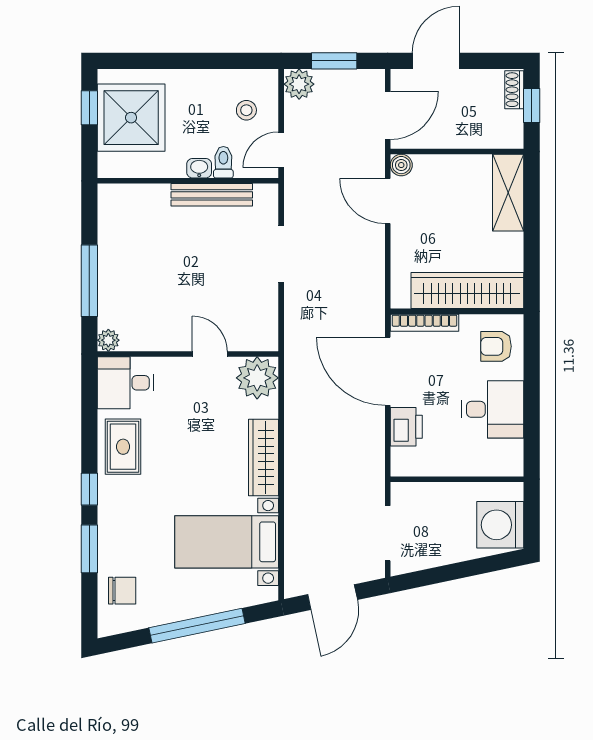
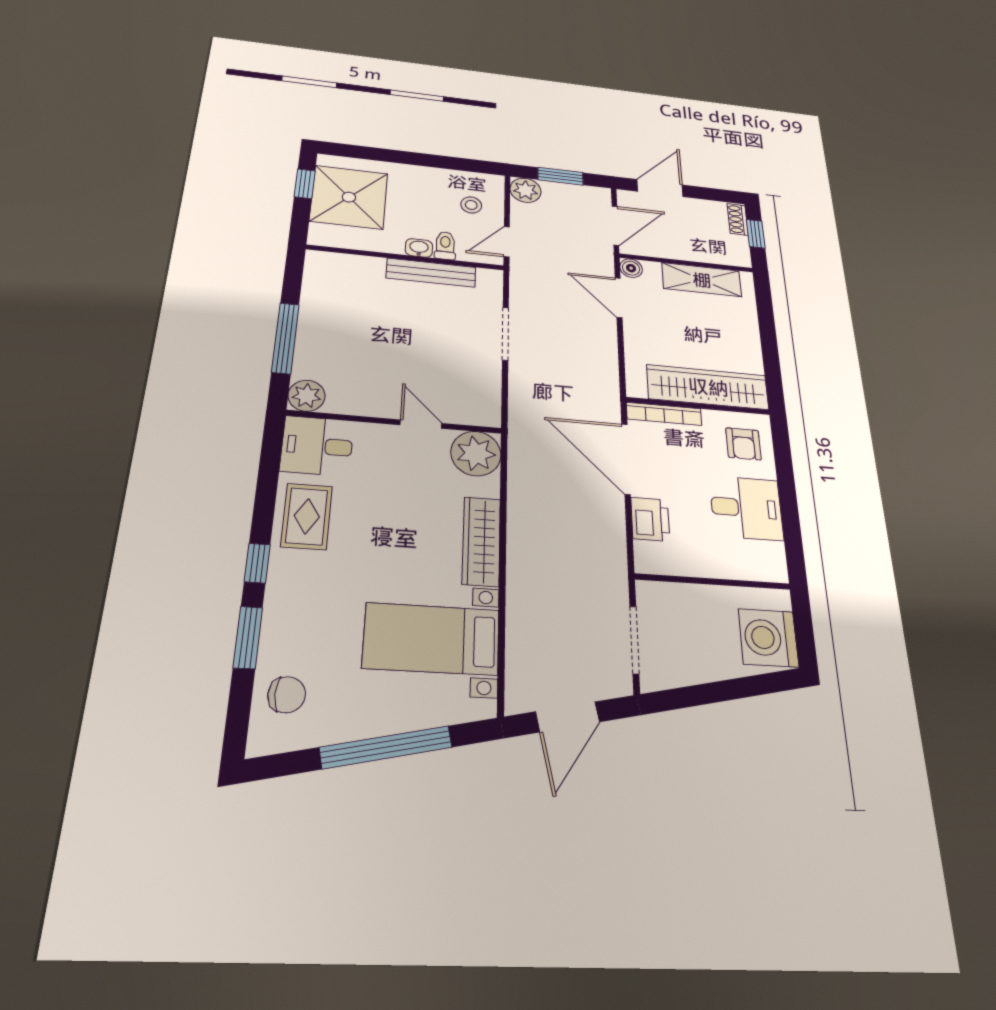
shelving: (508, 193) -> (702, 280), moved, turned 90
plant: (108, 340) -> (307, 396), width x1.38, depth x1.38
armchair: (496, 346) -> (743, 444), turned -90

